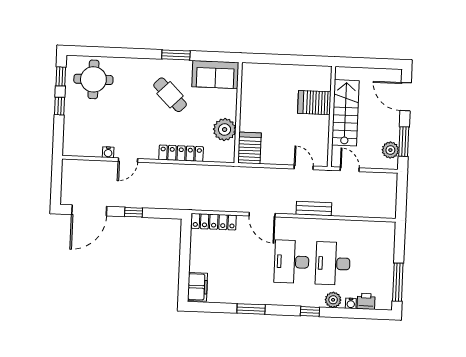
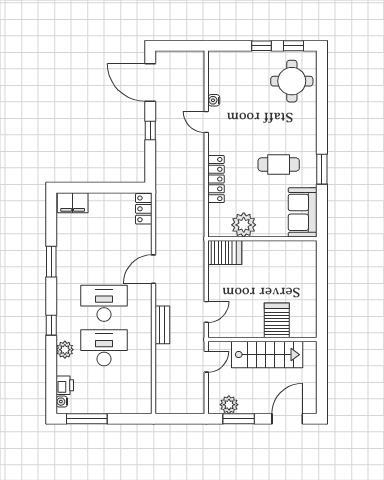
cafe table: (170, 95) -> (279, 165), turned 45
locker: (214, 222) -> (144, 209), width x0.66
water cooler: (351, 303) -> (62, 402), moved

